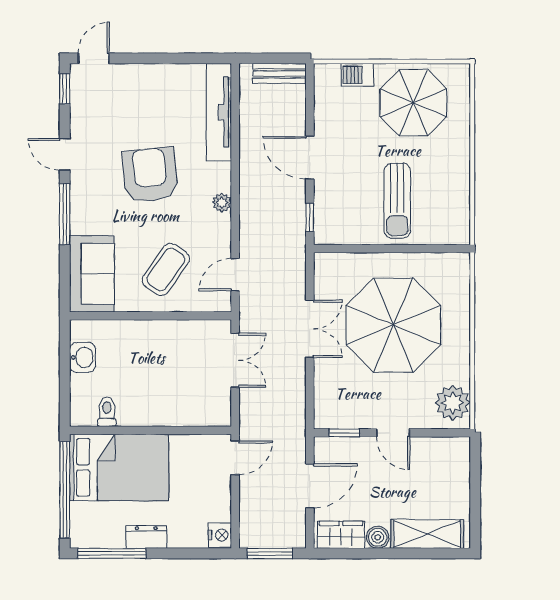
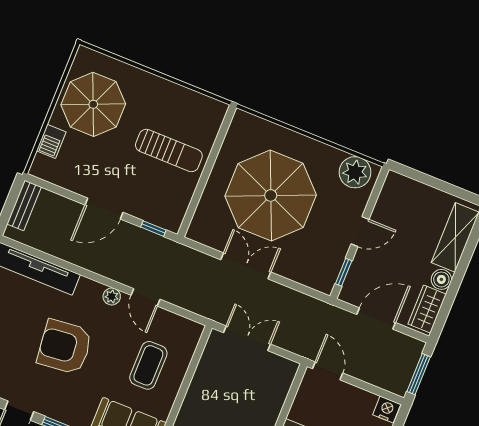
coffee table: (166, 269) -> (148, 365), turned 55
door: (235, 275) -> (145, 297), moved
door: (310, 486) -> (376, 319), hinge flipped

